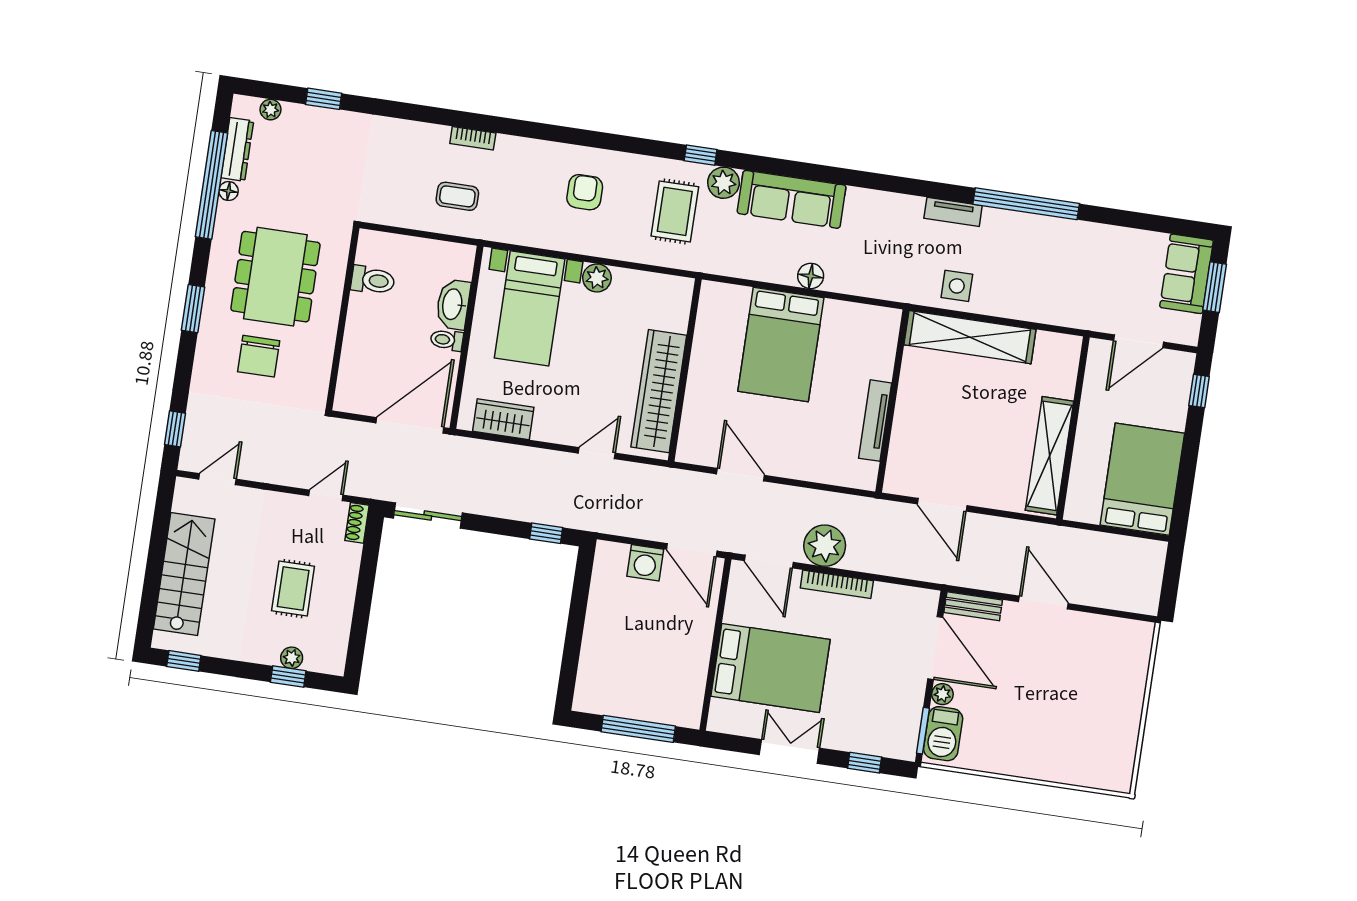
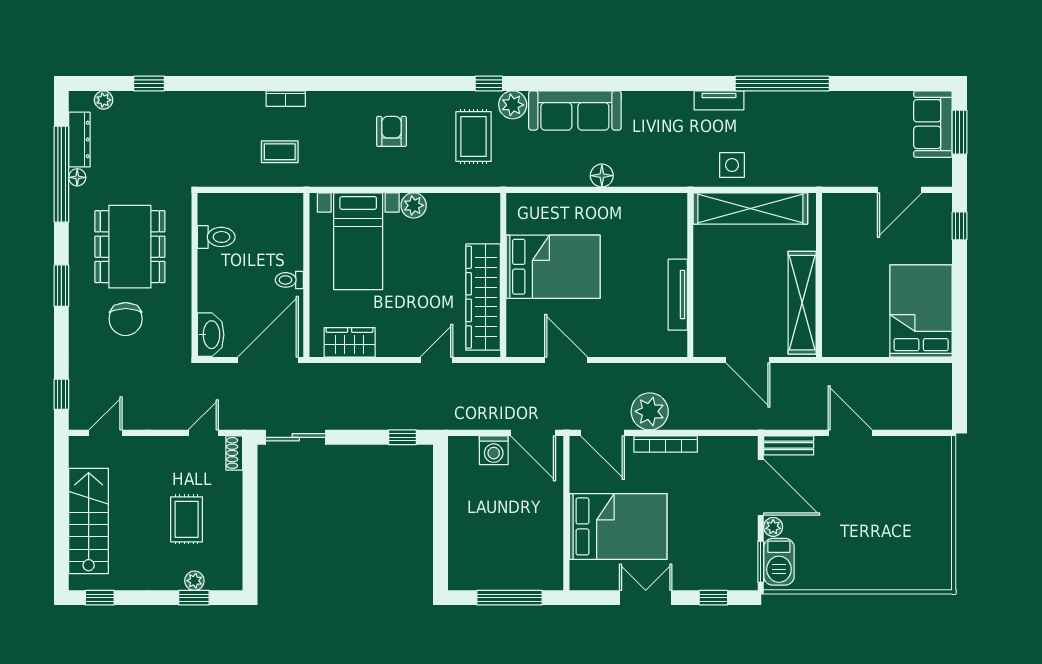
washbasin: (453, 304) -> (211, 335), moved, turned 180
bed: (781, 344) -> (553, 267), moved, turned -90
wall: (1073, 428) -> (819, 275), moved
shelving: (1050, 456) -> (802, 303), moved

